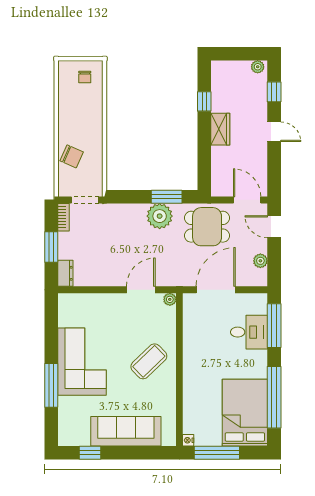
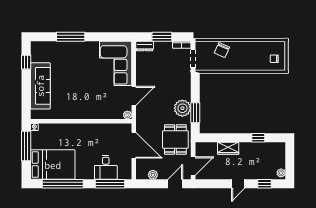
wardrobe: (220, 129) -> (228, 148), moved
door: (141, 290) -> (134, 96), hinge flipped
coffee table: (149, 361) -> (86, 101), removed
corner sofa: (82, 362) -> (116, 63), moved, turned 90

